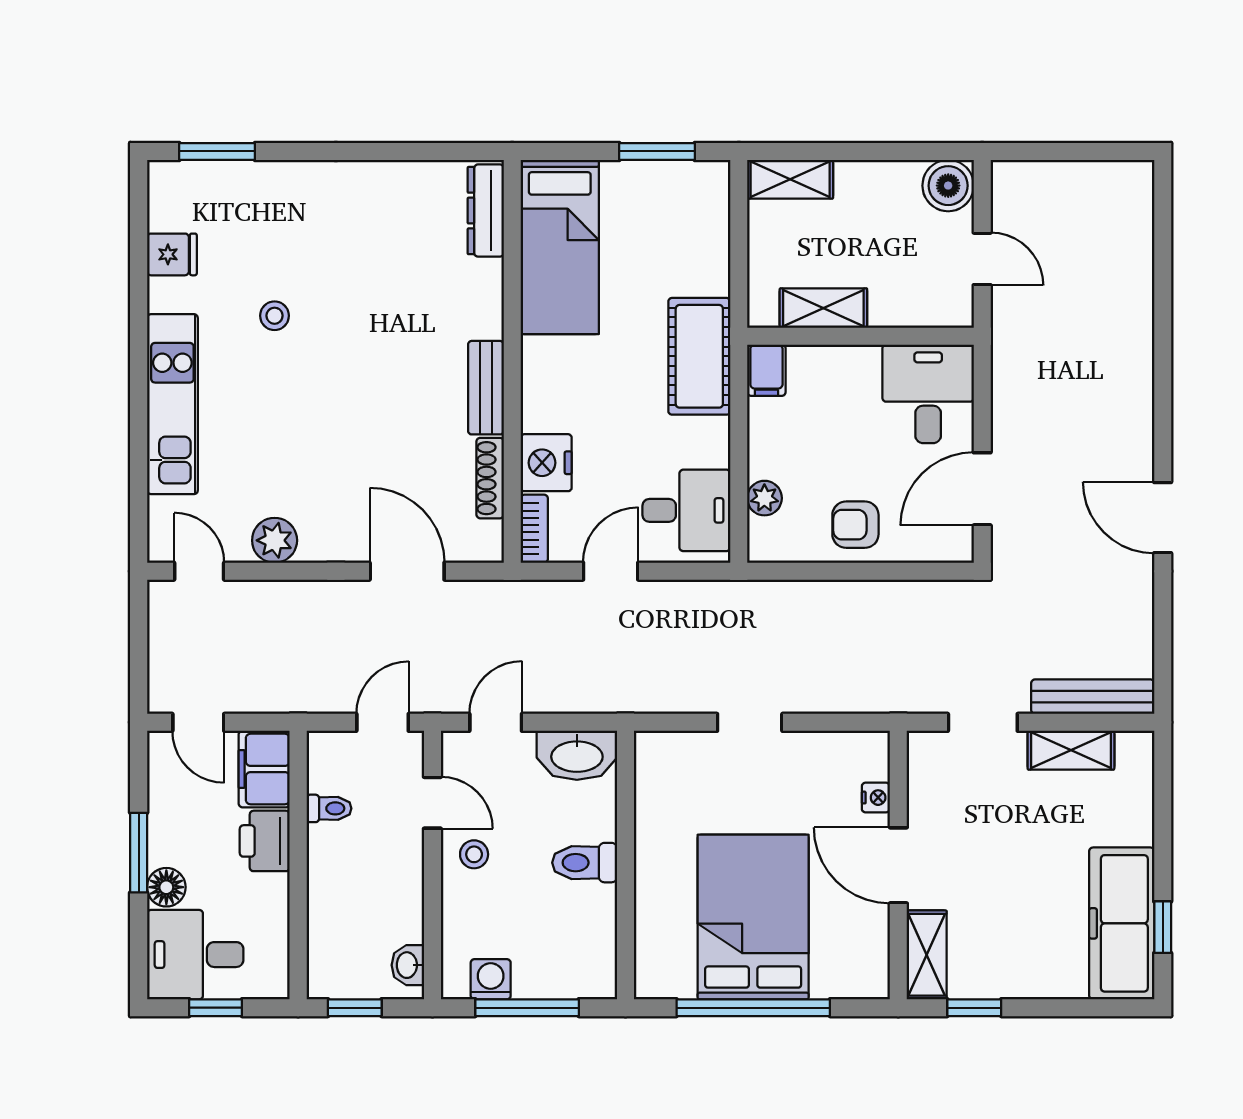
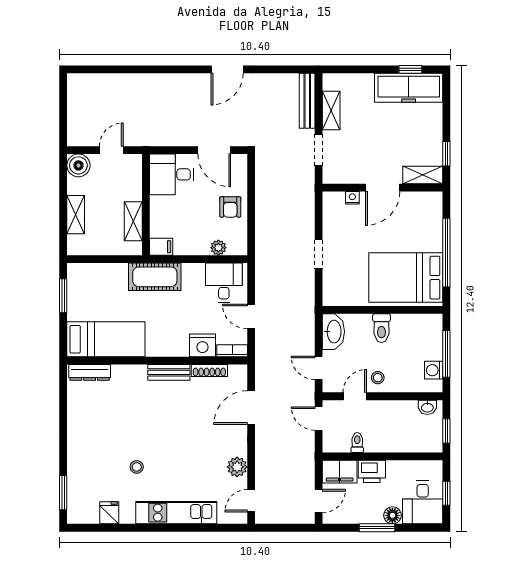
shelving: (790, 179) -> (76, 215), moved
bed: (753, 917) -> (406, 278), moved

